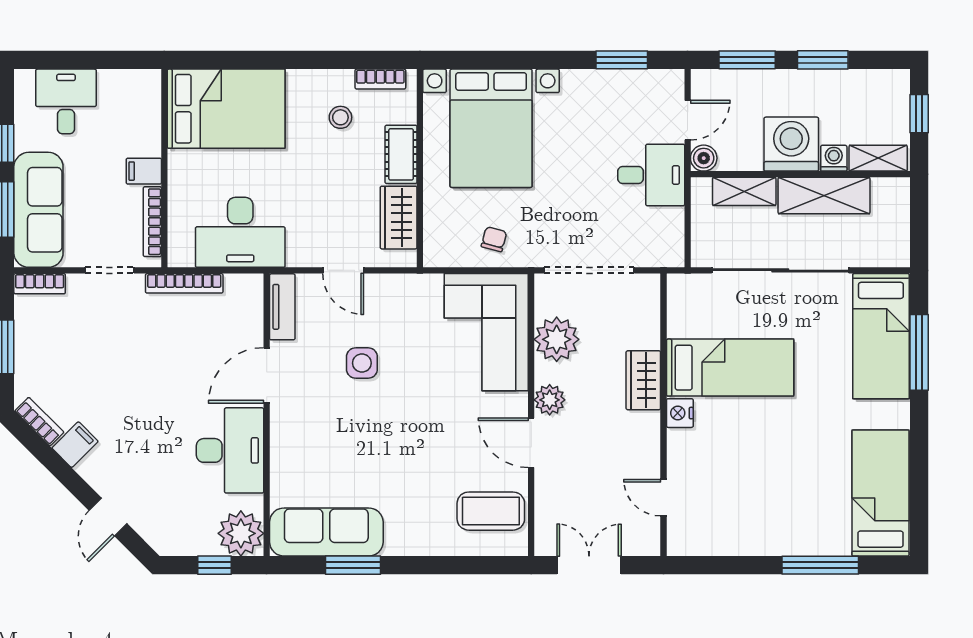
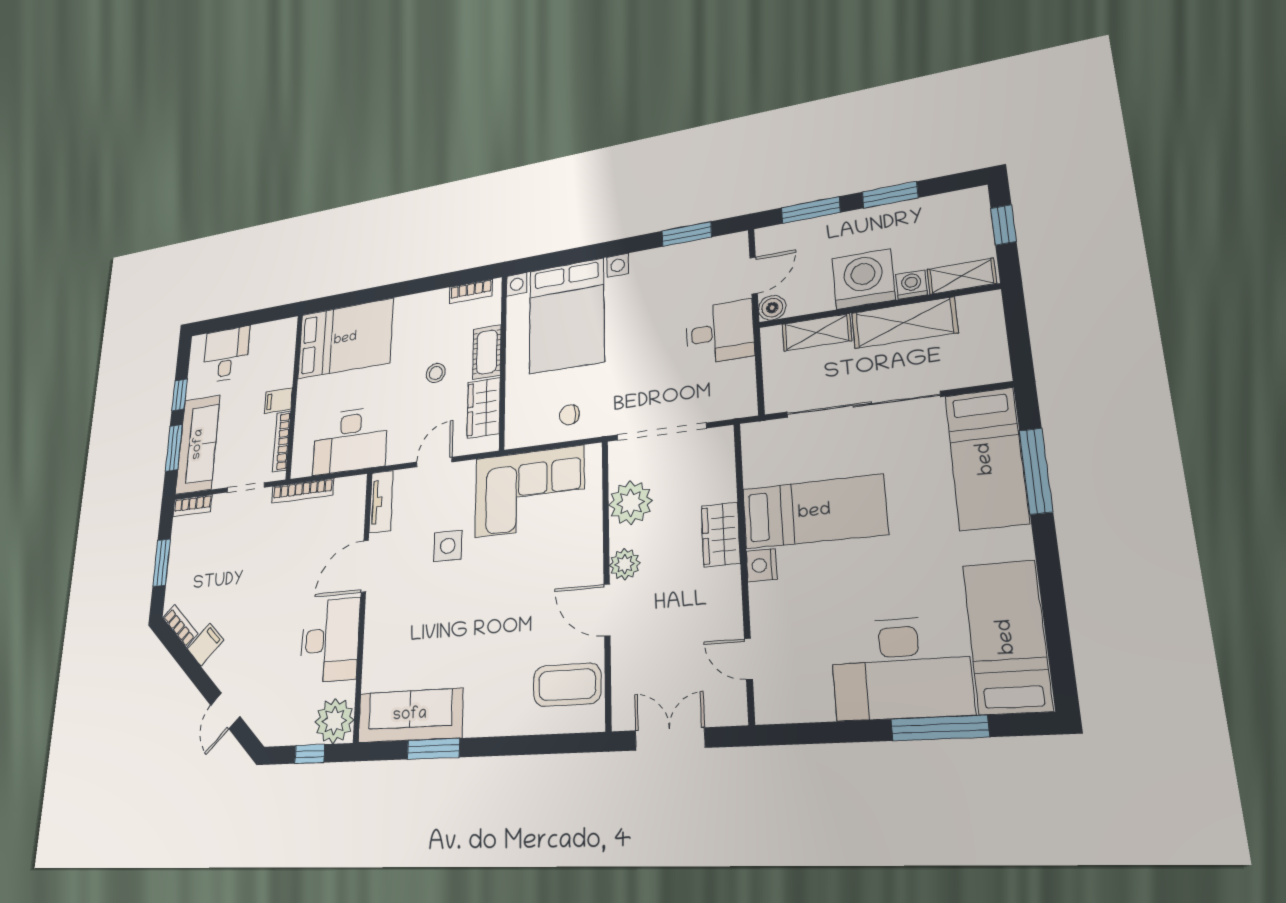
stool: (340, 117) -> (436, 373), moved
chair: (494, 239) -> (569, 415), turned -105
door: (343, 270) -> (434, 462), swing flipped
corner sofa: (486, 332) -> (529, 491), moved, turned -90
desk: (793, 514) -> (901, 668), added

